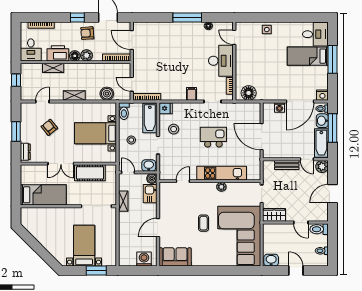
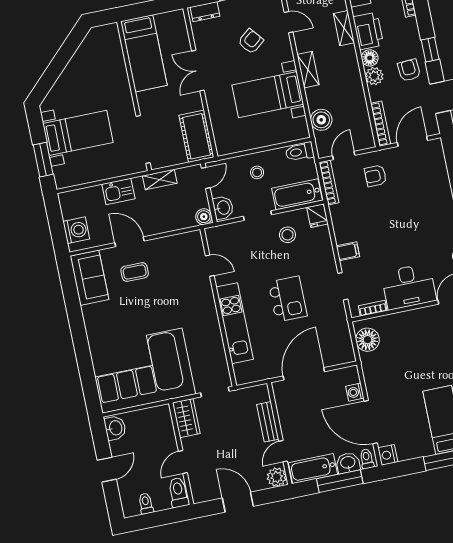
armchair: (148, 67) -> (375, 176), added
bed with nightstands: (96, 133) -> (268, 95), moved, turned -90
cot: (90, 173) -> (196, 136), moved
plant: (221, 187) -> (213, 327), removed
kitchen sink: (150, 194) -> (118, 191), moved, turned 180
coffee table: (204, 223) -> (135, 272), moved

